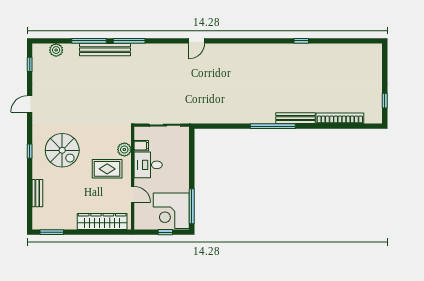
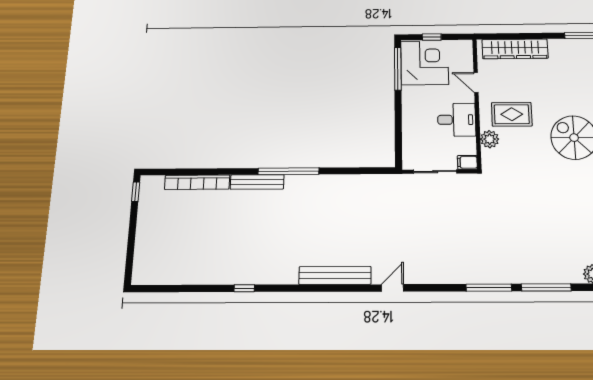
bench: (105, 50) -> (335, 275), moved
window: (385, 101) -> (136, 192), moved
filing cabinet: (141, 146) -> (467, 162), moved

